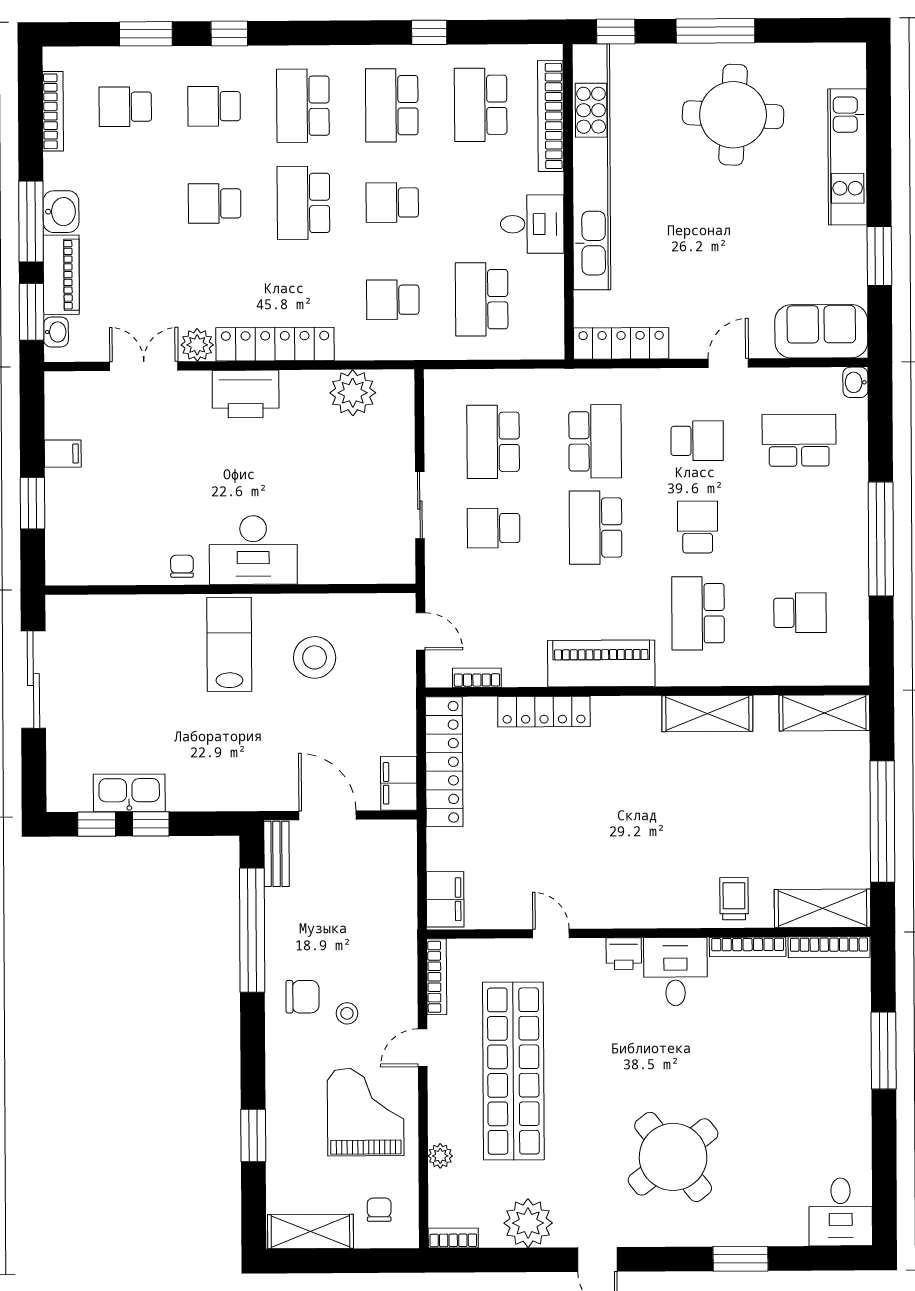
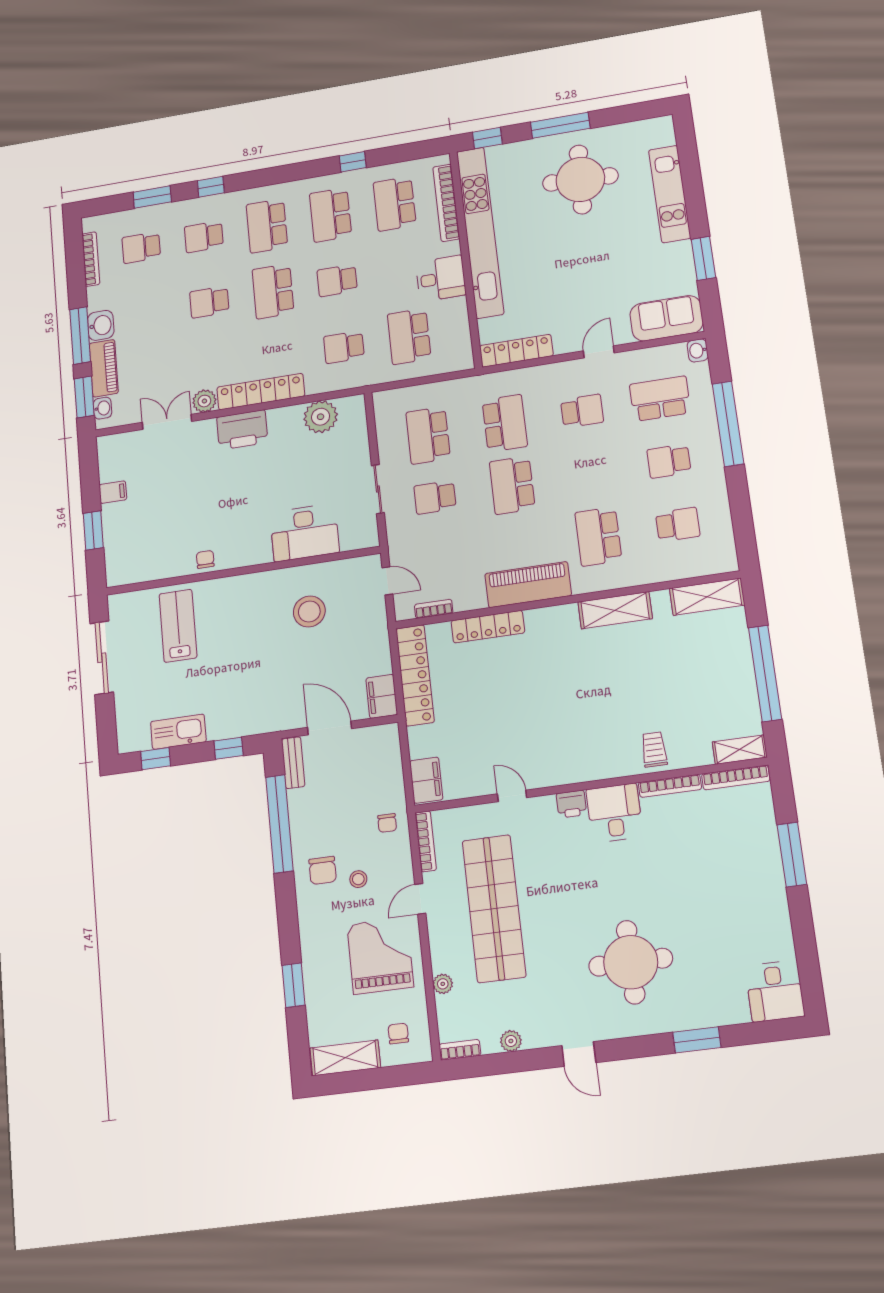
school desk: (698, 527) -> (669, 461), moved, turned -90
window: (881, 539) -> (728, 424), moved
desk: (253, 550) -> (305, 533), moved
lab bench: (229, 644) -> (178, 626), moved
window: (151, 824) -> (229, 748), moved
shelving: (823, 908) -> (740, 750), width x0.67, depth x0.75
chair: (390, 947) -> (387, 823), added
chair: (303, 997) -> (323, 870), turned 90
round table: (673, 1157) -> (631, 962), turned 38
plant: (528, 1223) -> (511, 1041), width x0.53, depth x0.53

